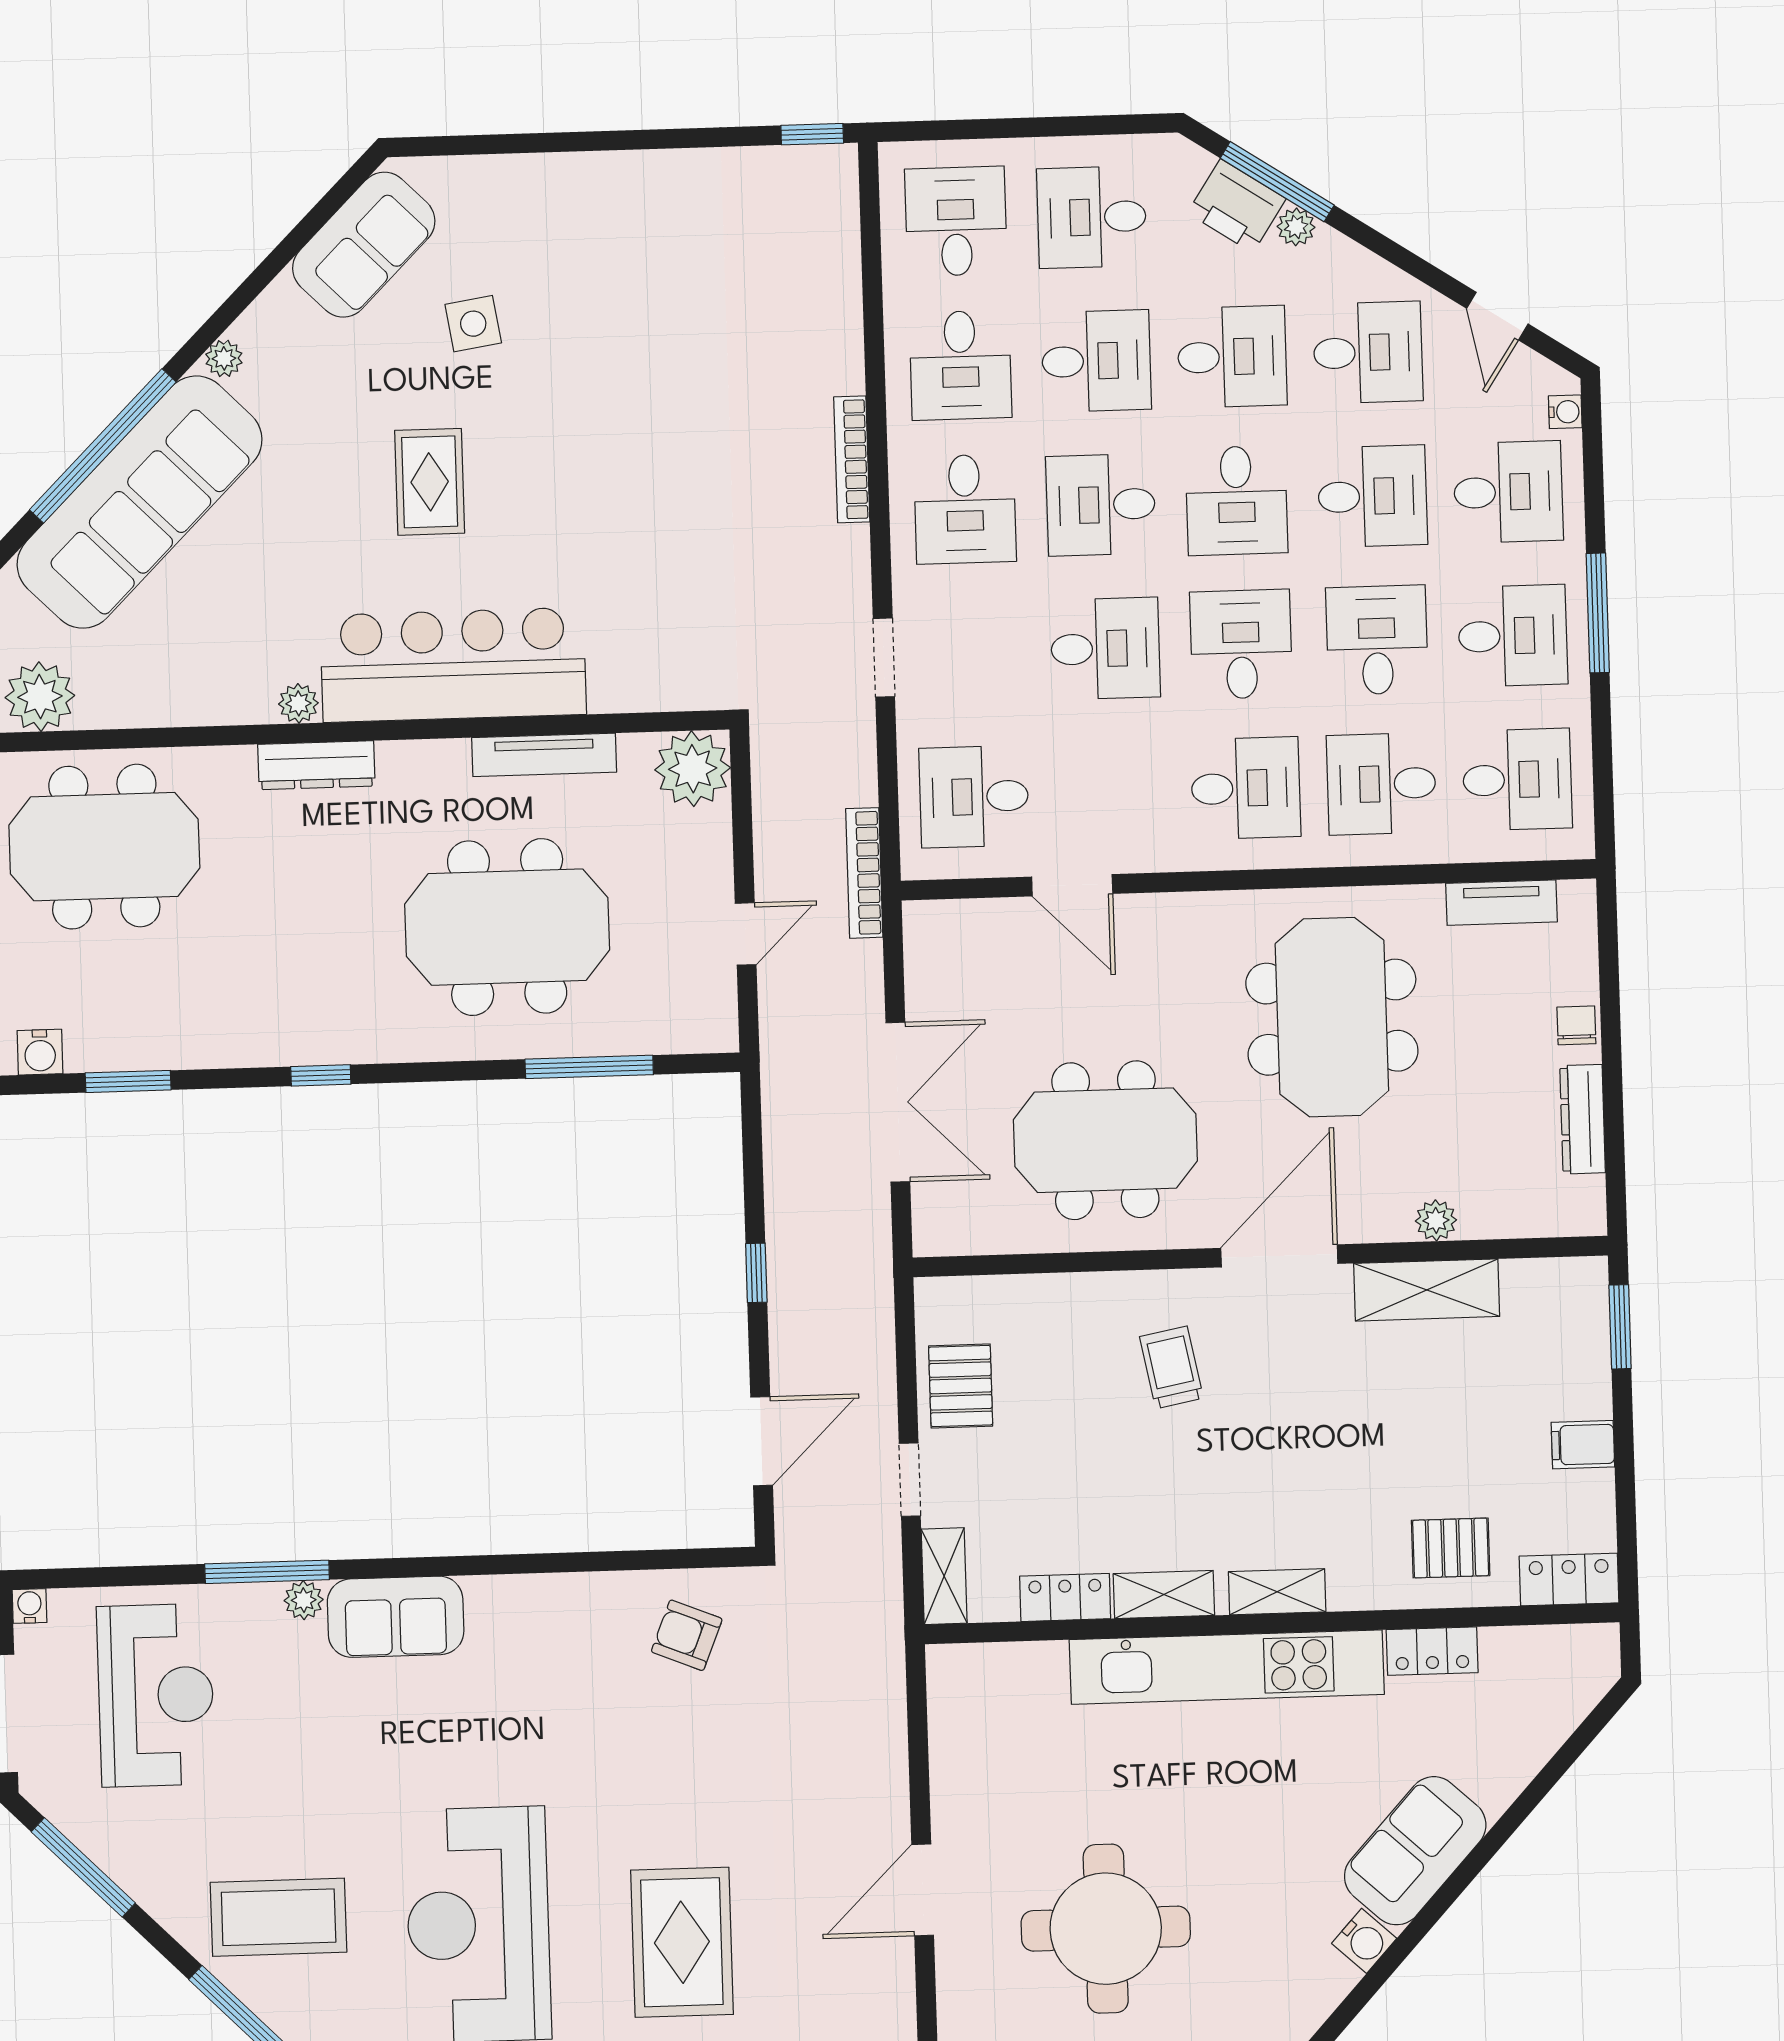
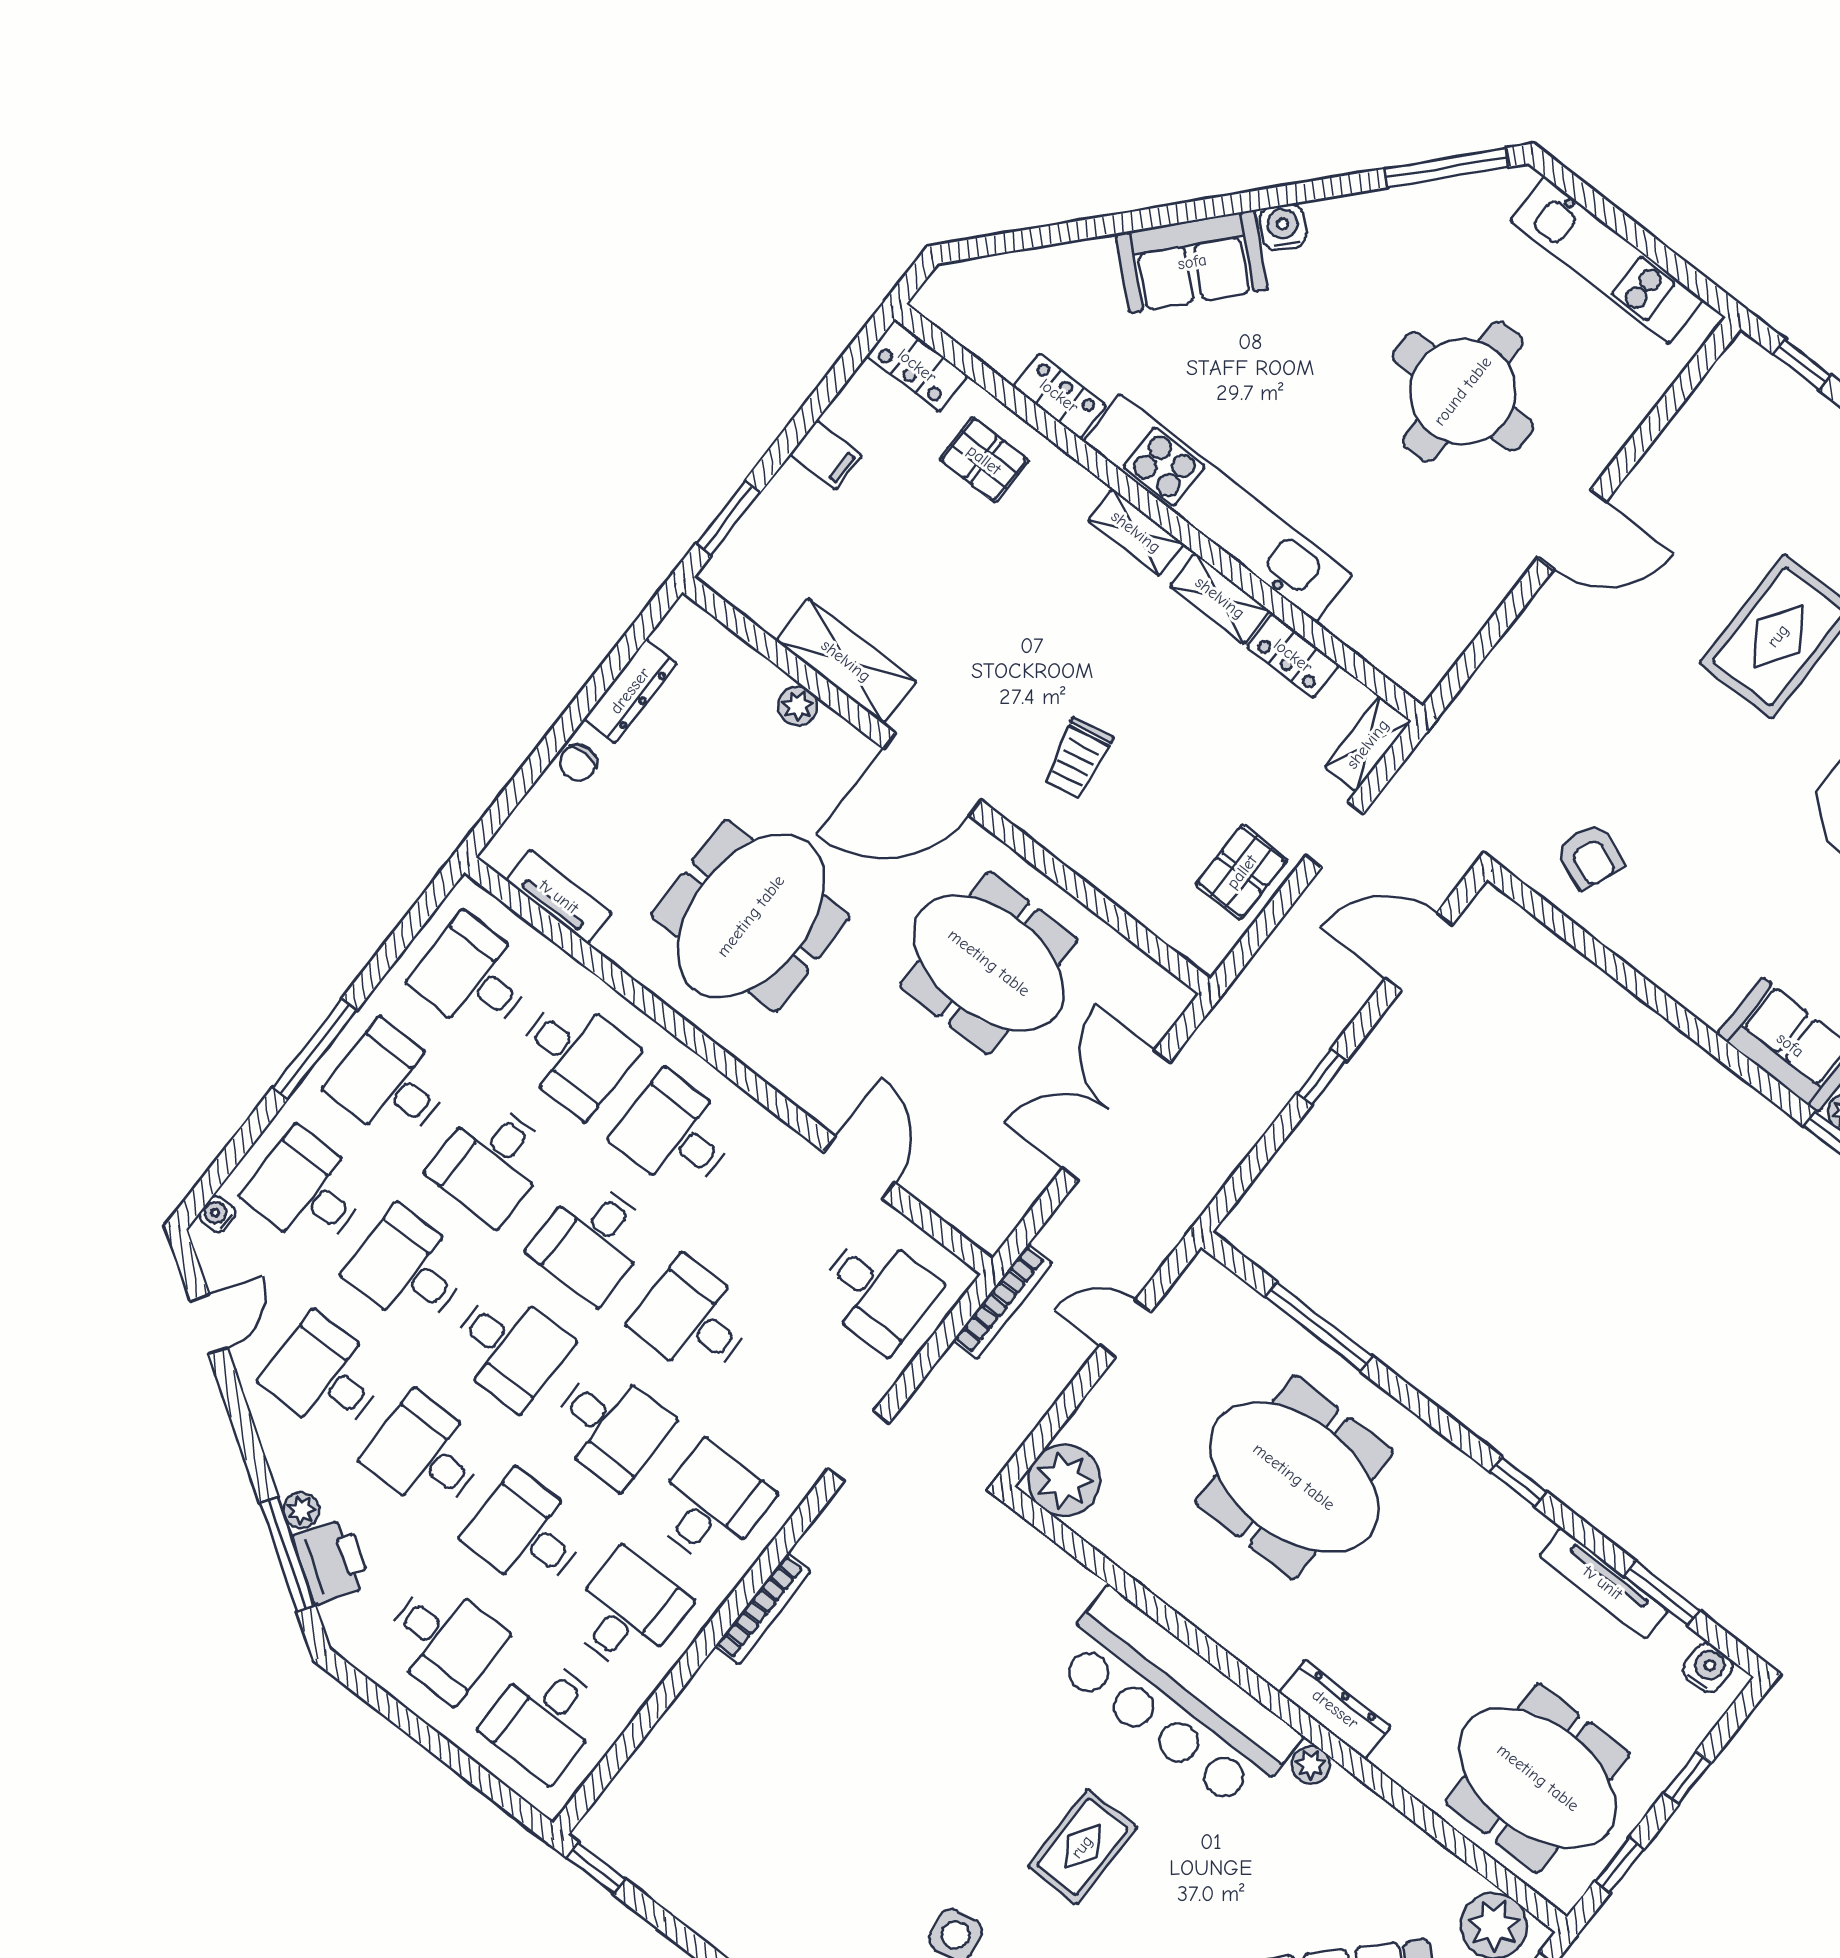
desk: (1237, 500) -> (509, 1348), turned 90
tv unit: (544, 755) -> (1603, 1583), moved, turned 180

